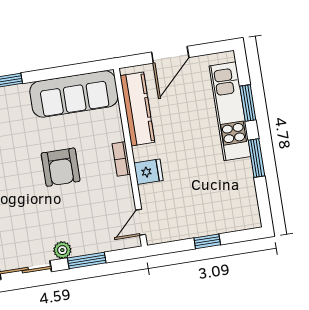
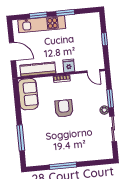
sofa: (74, 94) -> (28, 94), width x0.73
armchair: (61, 167) -> (64, 108), turned -90

